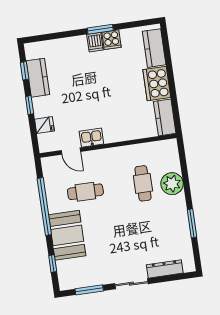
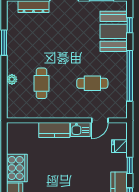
kitchen counter: (165, 117) -> (54, 130), moved, turned 90
door: (71, 151) -> (100, 120), swing flipped
plant: (172, 184) -> (12, 79), width x0.53, depth x0.53
booth: (67, 235) -> (114, 31), moved

